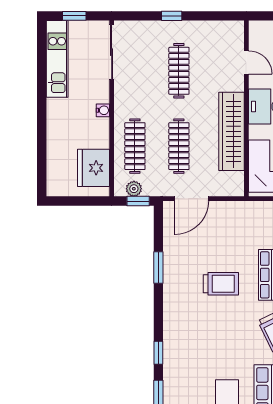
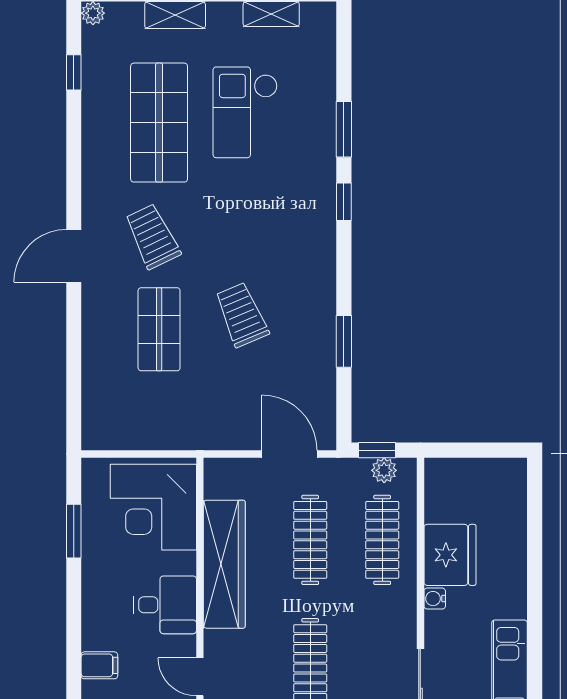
fridge: (94, 168) -> (450, 555), moved
door: (192, 199) -> (289, 454), hinge flipped
trolley: (221, 284) -> (242, 315), turned 67

